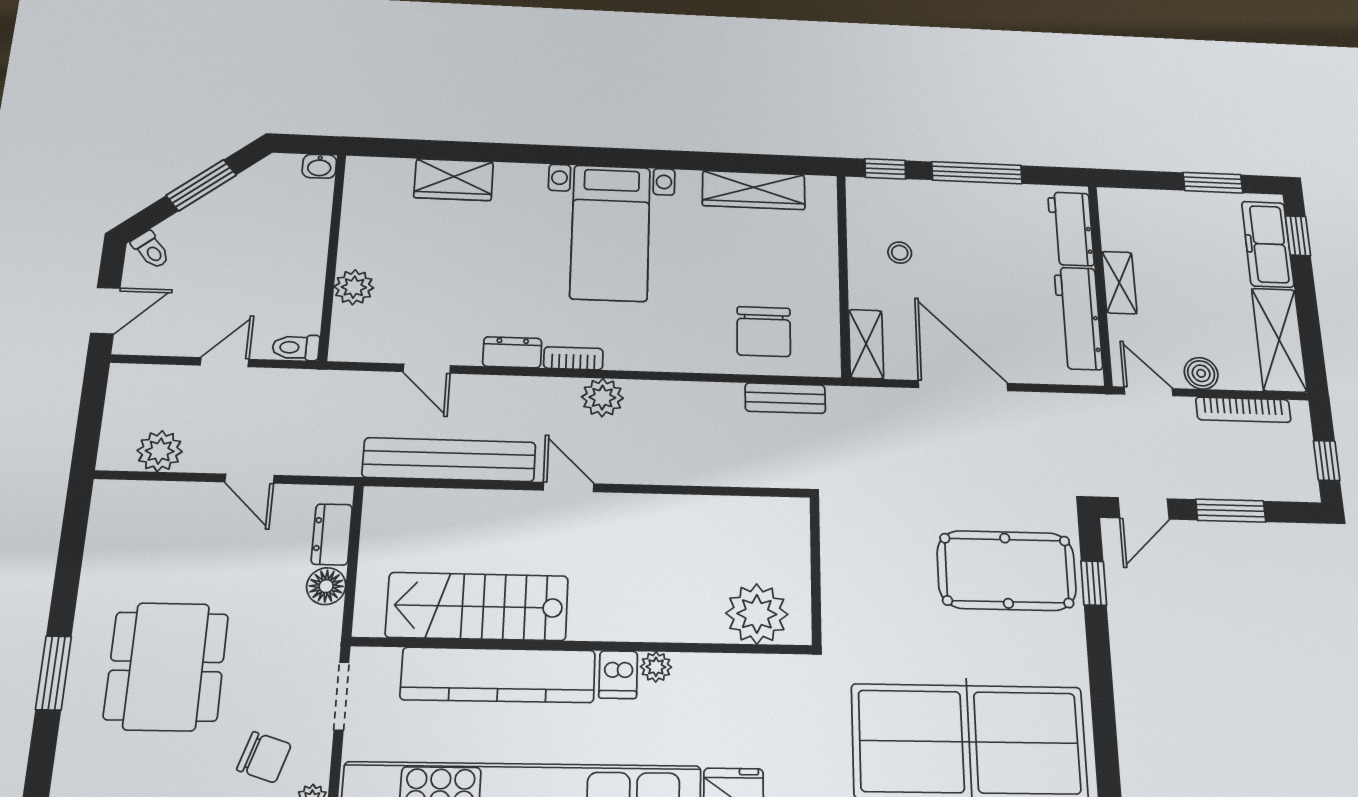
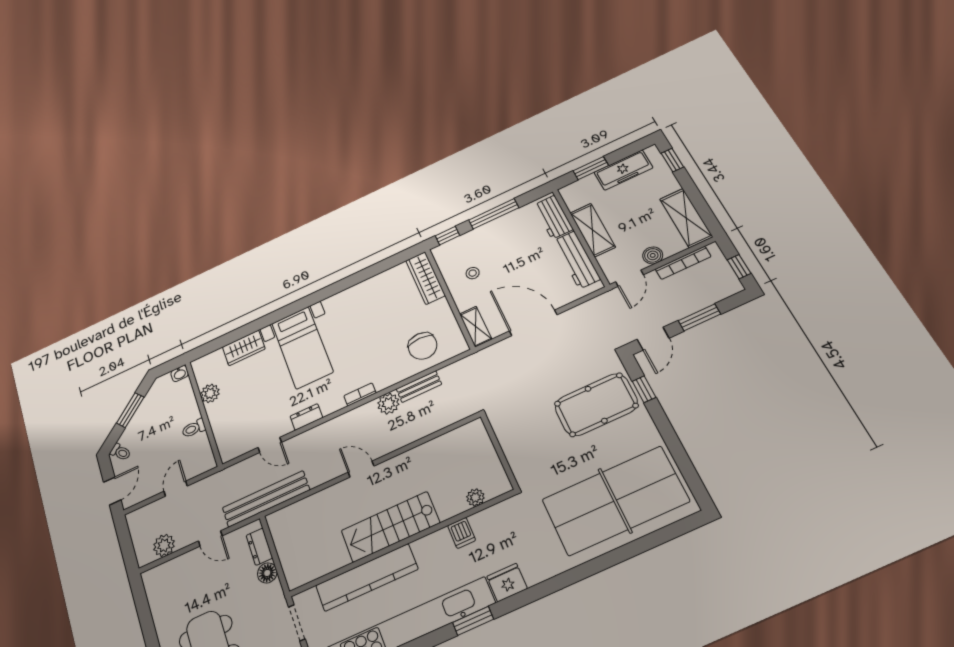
window: (1213, 183) -> (591, 168), moved
wardrobe: (754, 190) -> (426, 278), moved, turned 90
bed with nightstands: (610, 233) -> (302, 347), moved
freezer: (1268, 244) -> (623, 170), moved, turned -90
shelving: (1119, 283) -> (593, 230), width x1.50, depth x1.33
plant: (354, 287) -> (210, 393), moved
toilet: (296, 347) -> (194, 428), moved
bookcase: (573, 358) -> (360, 394), moved
door: (1149, 391) -> (629, 278), swing flipped
plant: (602, 398) -> (388, 404), moved
bench: (785, 398) -> (419, 387), moved
bench: (449, 460) -> (266, 499), moved
stairs: (477, 606) -> (390, 527), moved
plant: (757, 614) -> (475, 497), width x0.53, depth x0.53
plant: (656, 667) -> (441, 537), removed
dishwasher: (618, 675) -> (462, 533), moved

